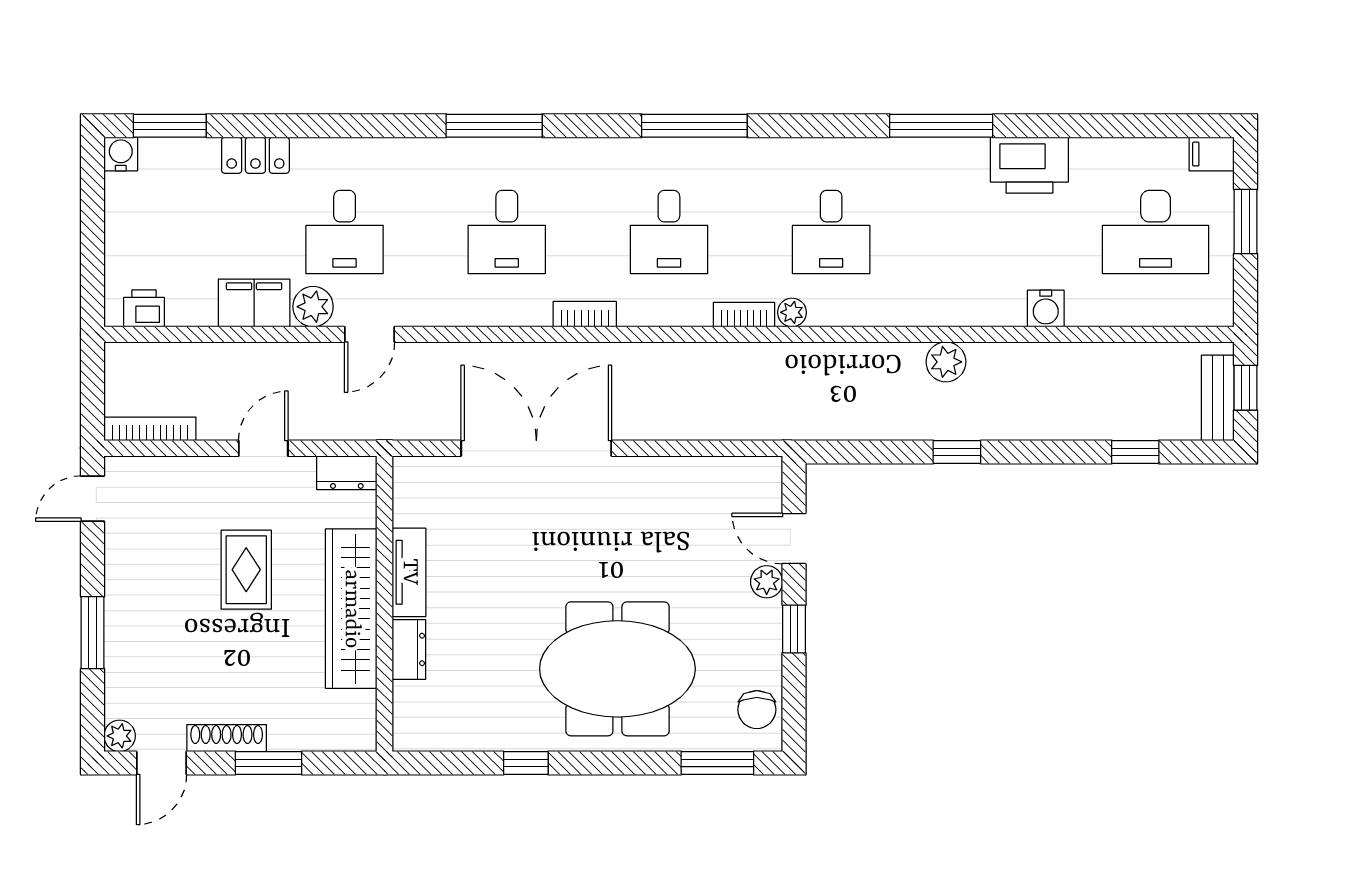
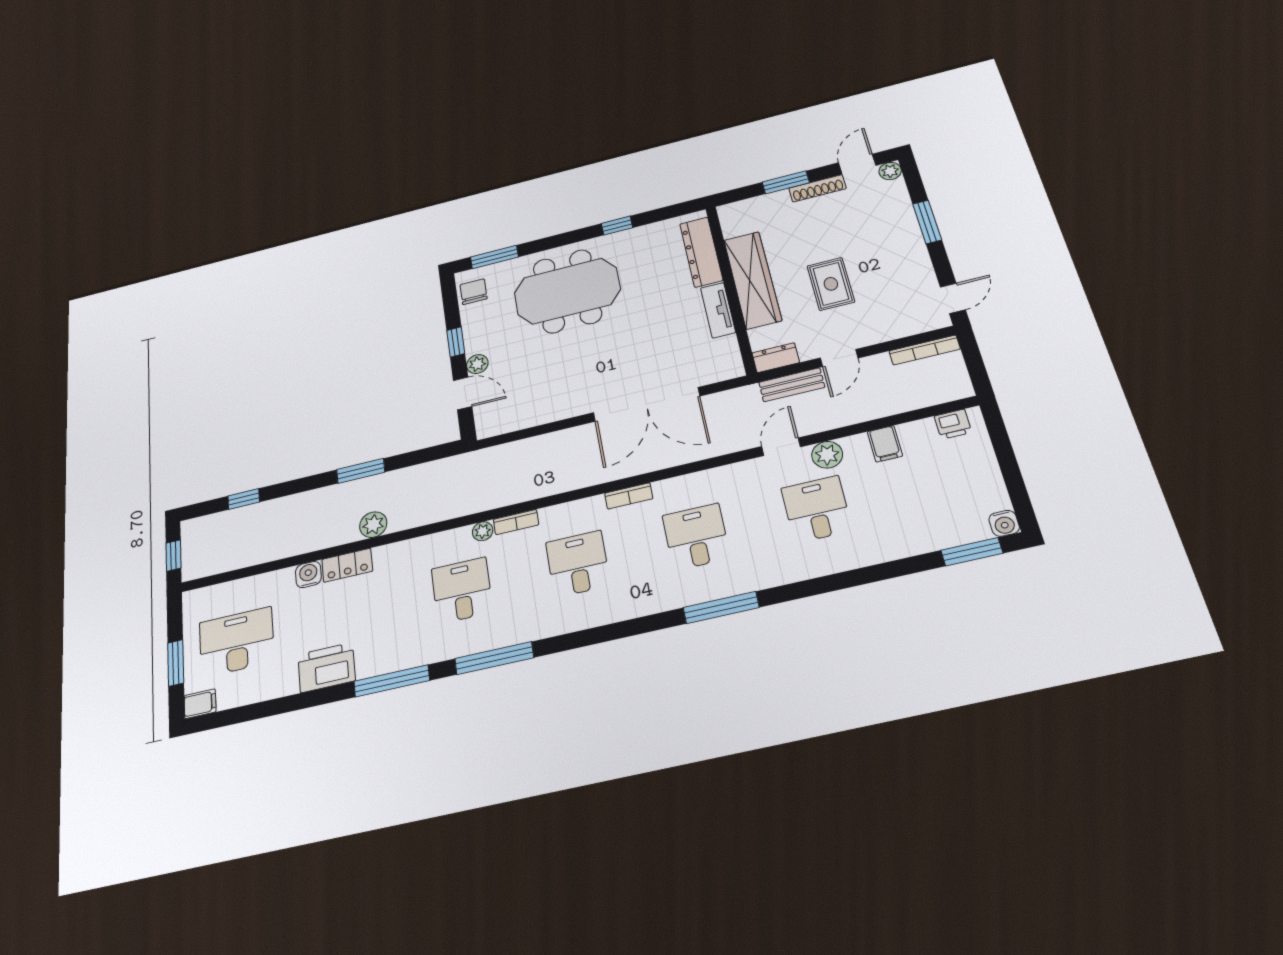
window: (694, 126) -> (494, 658), moved
locker: (255, 155) -> (347, 565), moved, turned 180
filing cabinet: (254, 303) -> (885, 444), width x0.50
bench: (1218, 398) -> (792, 385), moved, turned 90
window: (957, 452) -> (361, 471), width x1.50
dresser: (409, 649) -> (701, 252), width x1.96, depth x1.24

